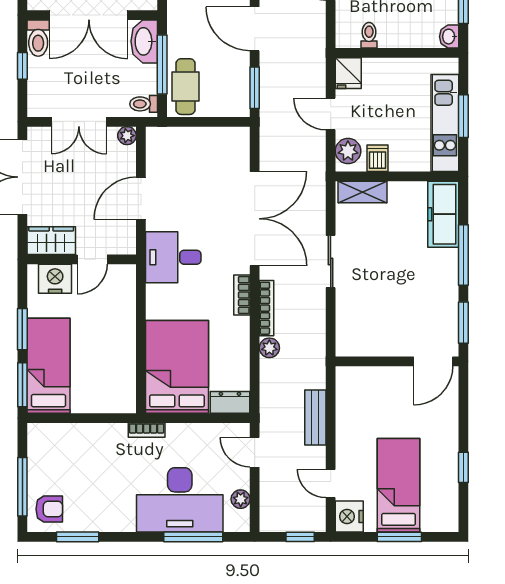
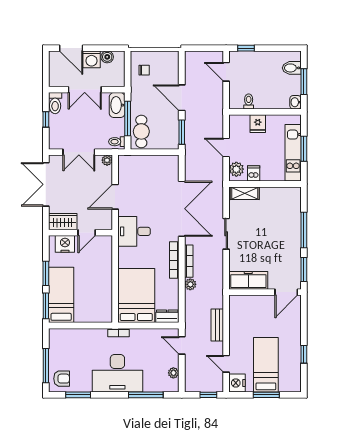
double door: (89, 15) -> (85, 90), width x0.73
fridge: (348, 73) -> (258, 124), moved
freezer: (443, 214) -> (248, 280), moved, turned 90
bookcase: (242, 295) -> (174, 260), width x1.56
desk: (180, 500) -> (117, 373), moved

